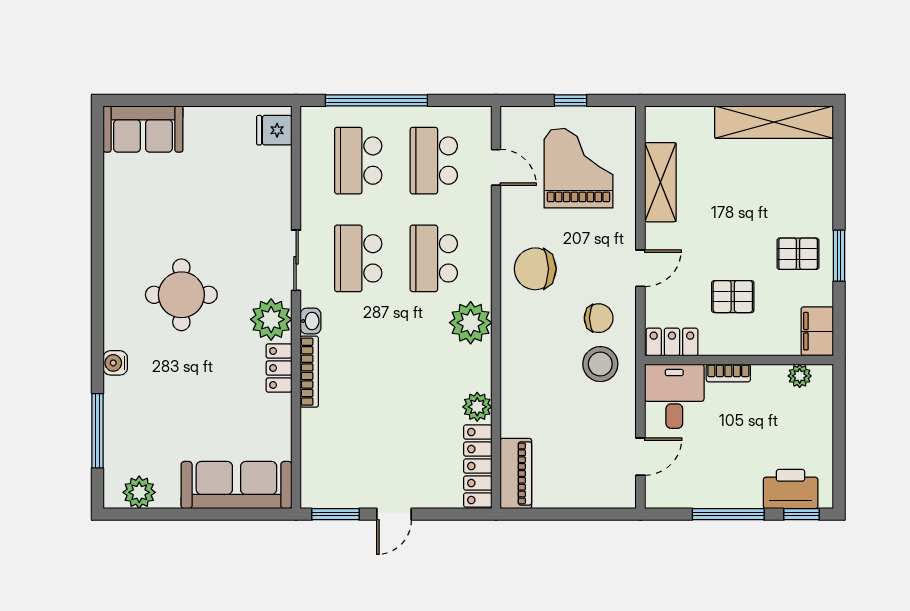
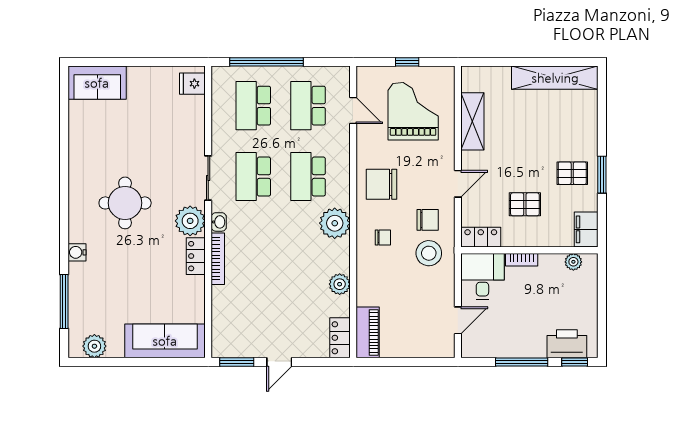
chair: (537, 342) -> (383, 238), added
locker: (478, 466) -> (340, 338), width x0.66

